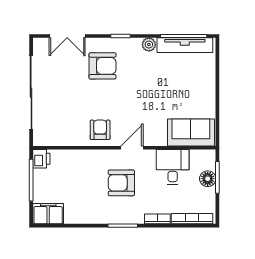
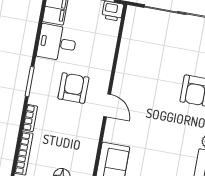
armchair: (100, 130) -> (131, 76), removed
desk: (173, 167) -> (57, 43), moved, turned 180

